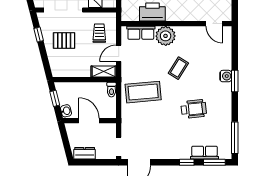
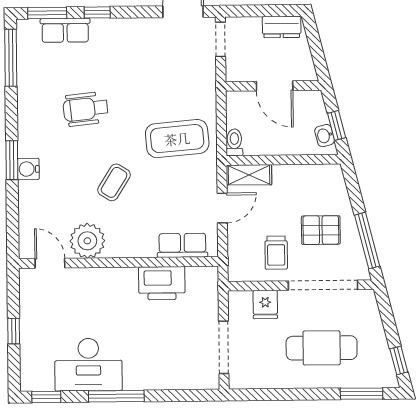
trolley: (99, 33) -> (276, 253), moved
window: (39, 34) -> (367, 241), width x2.17
plant: (166, 36) -> (87, 241), moved
washbasin: (66, 111) -> (325, 136), moved

